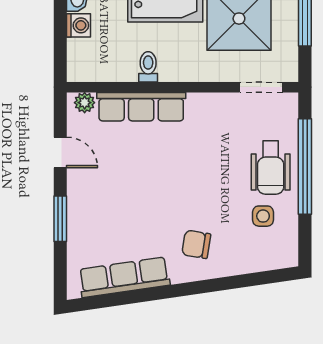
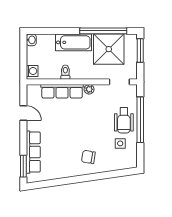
washing machine: (79, 25) -> (32, 71), moved
plant: (85, 103) -> (89, 89), moved
window: (60, 219) -> (23, 166), moved
row of seats: (124, 277) -> (33, 152), moved, turned 98

